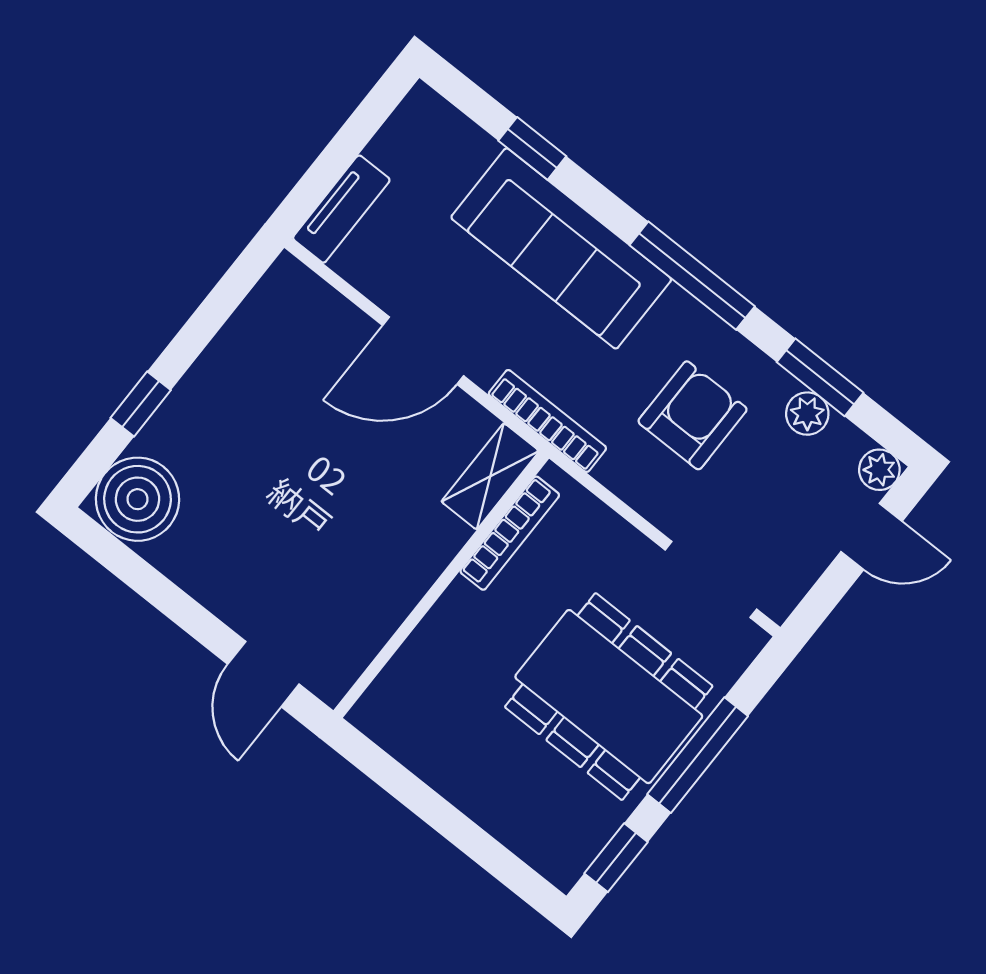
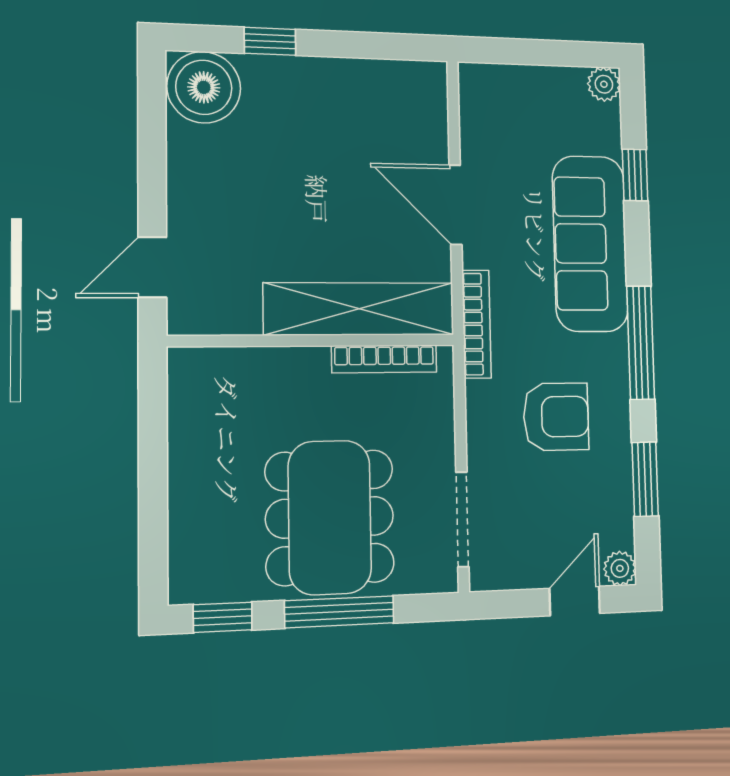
tv unit: (341, 209) -> (501, 80), removed
plant: (807, 414) -> (604, 84), moved
shelving: (490, 476) -> (359, 309), width x2.20, depth x1.33
door: (872, 536) -> (575, 601), swing flipped

